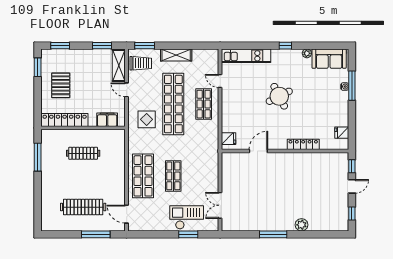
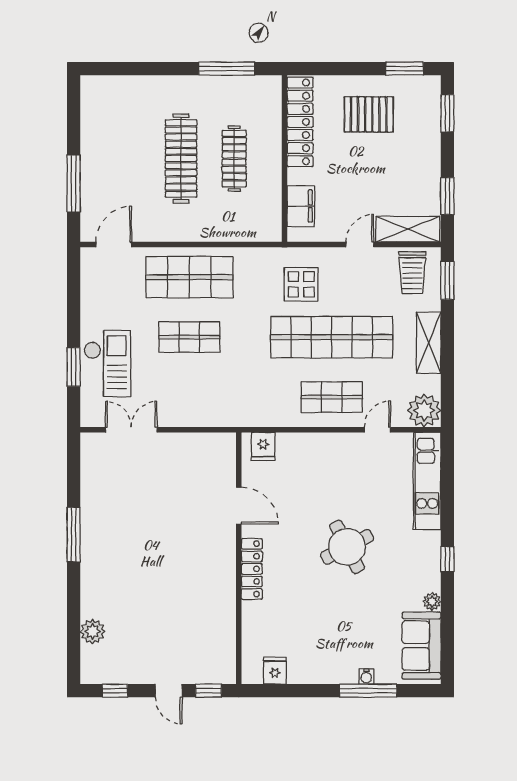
plant: (210, 57) -> (424, 410), added
locker: (303, 144) -> (252, 569), moved
clothes rail: (83, 207) -> (181, 159), moved
plant: (301, 225) -> (93, 631), moved

